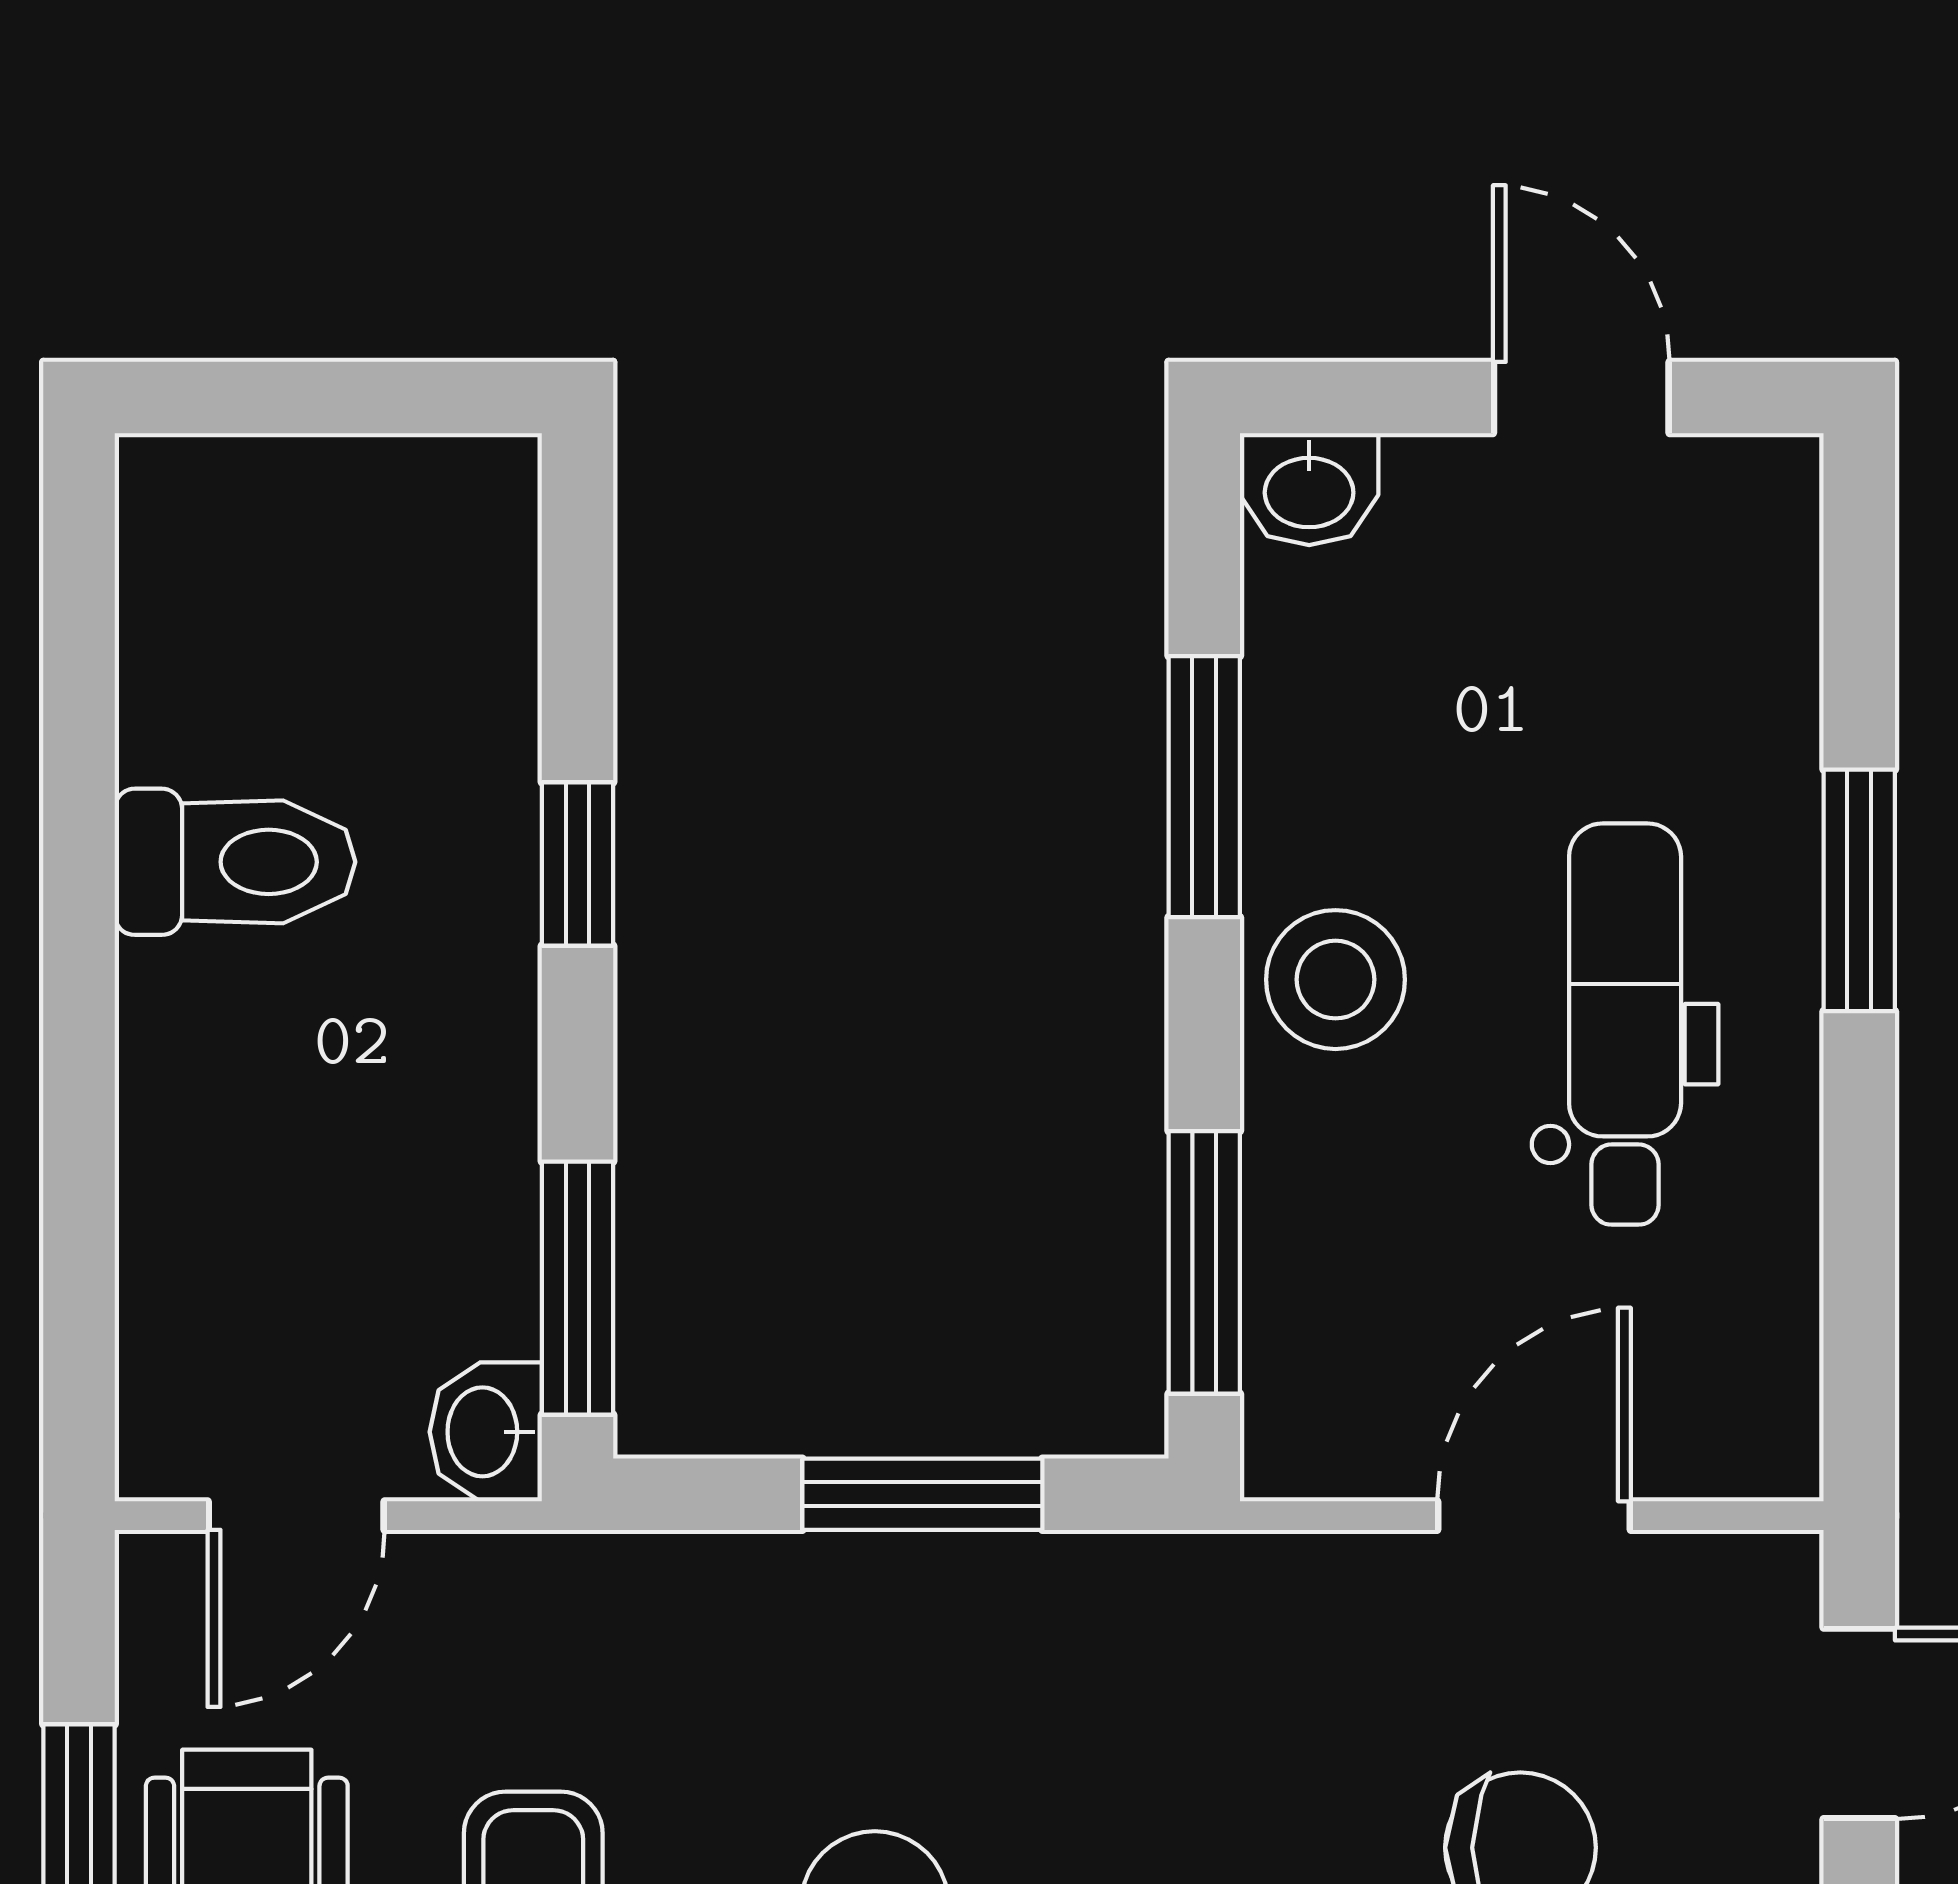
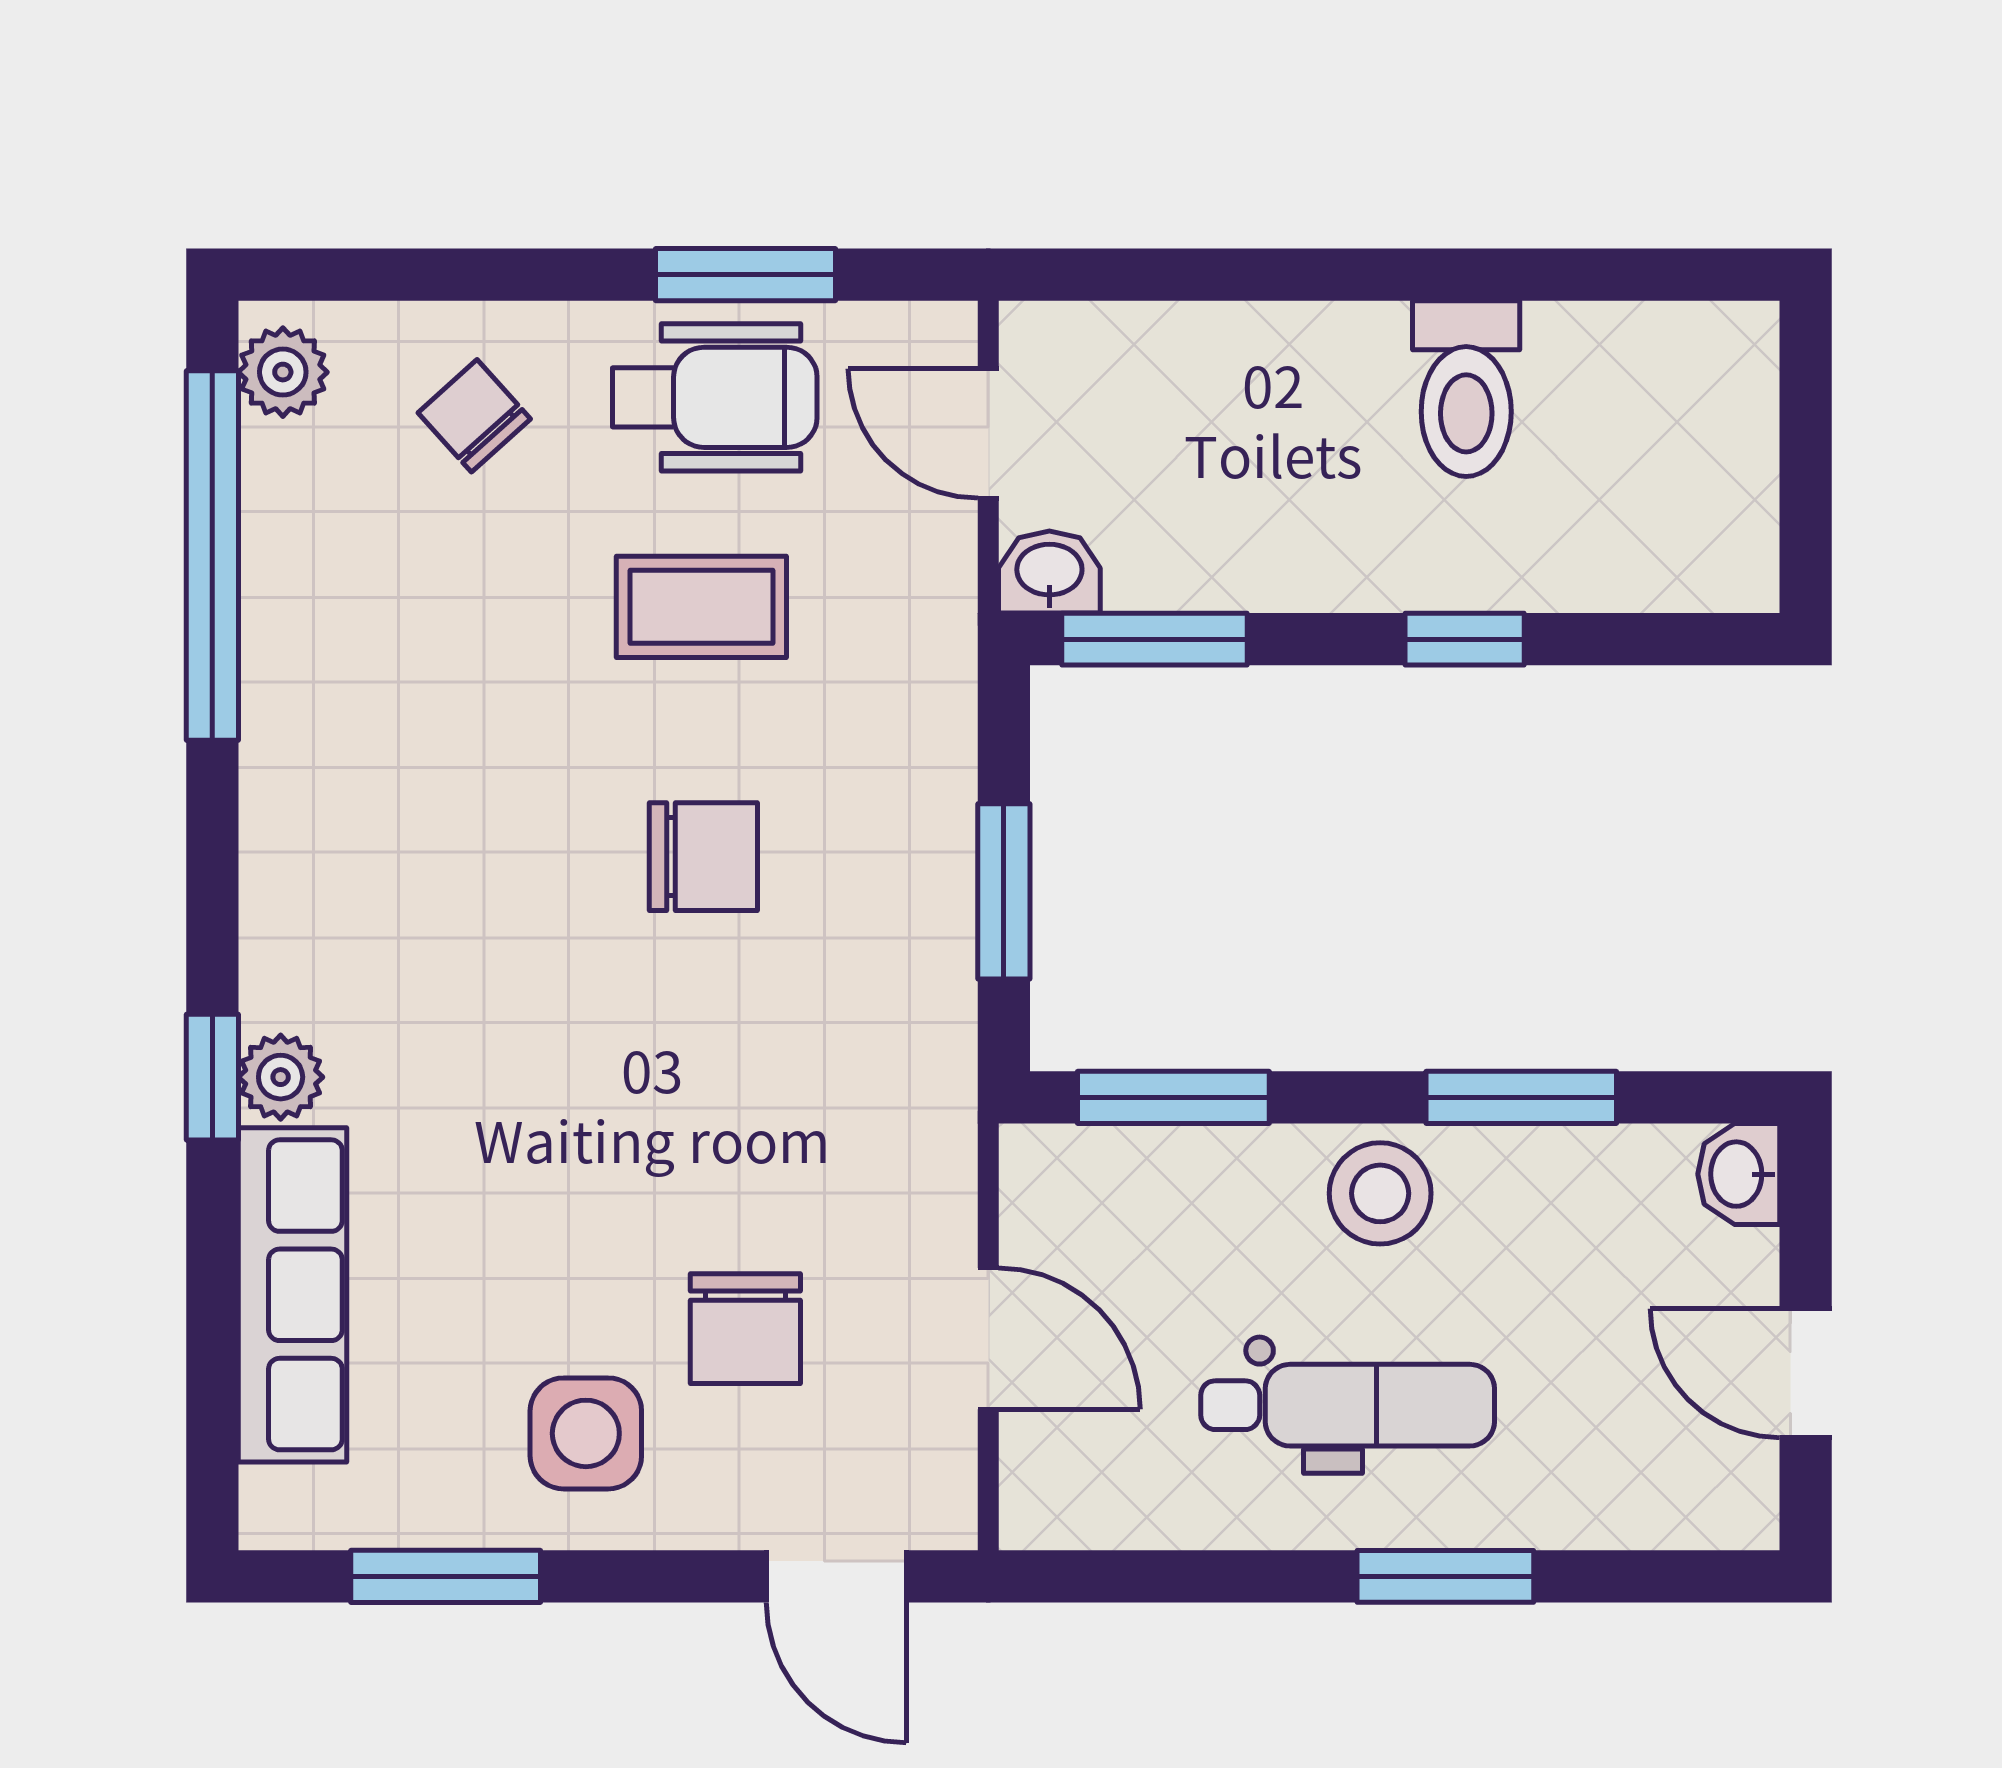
door: (1581, 398) -> (1806, 1373), swing flipped

